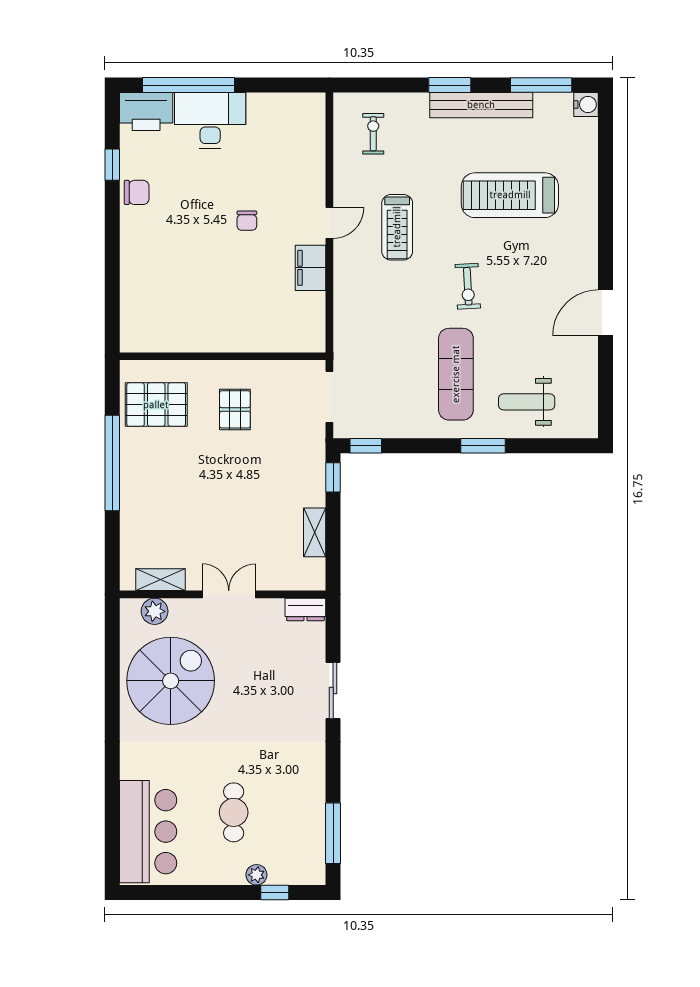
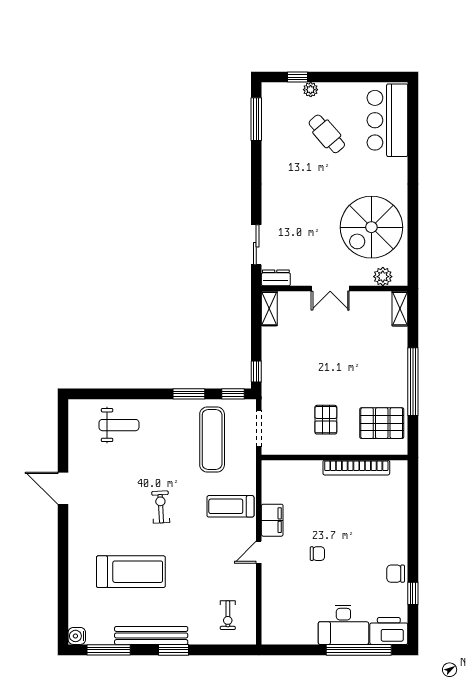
chair: (247, 221) -> (317, 554), turned 90
treadmill: (397, 227) -> (230, 506), moved, turned -90
door: (605, 313) -> (63, 488), swing flipped
bookcase: (192, 342) -> (356, 468), added
exercise mat: (456, 374) -> (212, 440), moved
window: (483, 446) -> (189, 394), moved
shelving: (315, 532) -> (269, 309), moved
shelving: (160, 580) -> (400, 309), moved, turned 90
sliding door: (333, 691) -> (256, 245), moved
cafe table: (234, 812) -> (327, 134), turned -41

